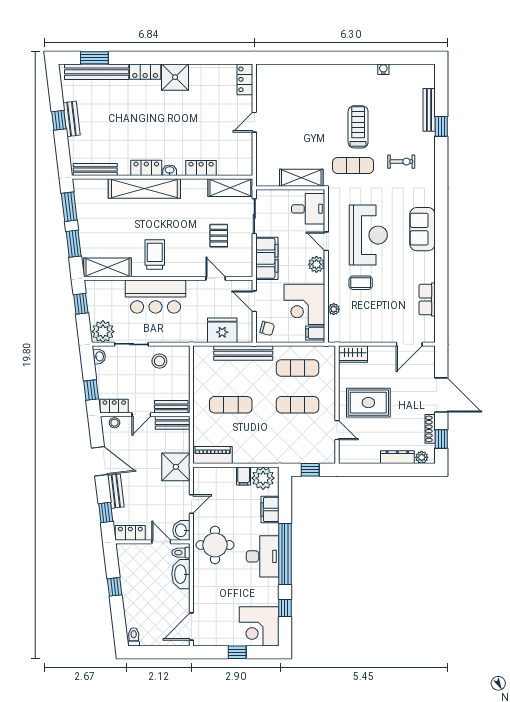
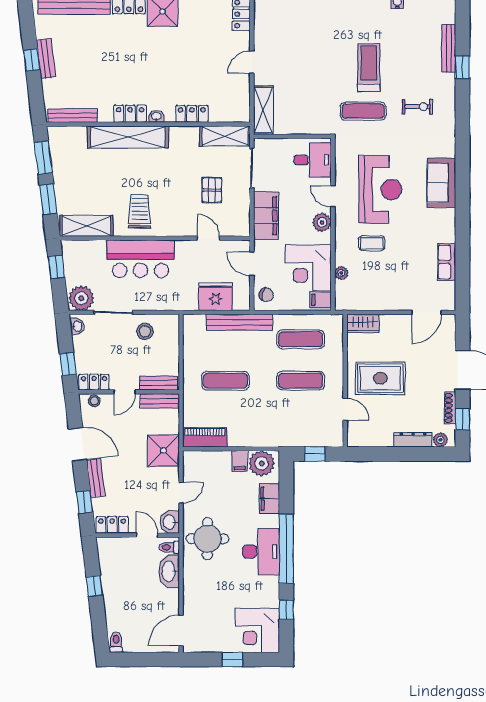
shelving: (301, 178) -> (263, 110), moved, turned 90

